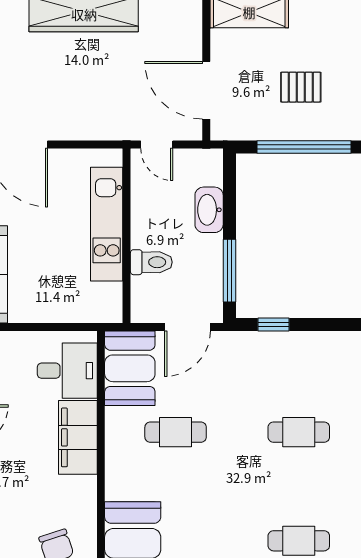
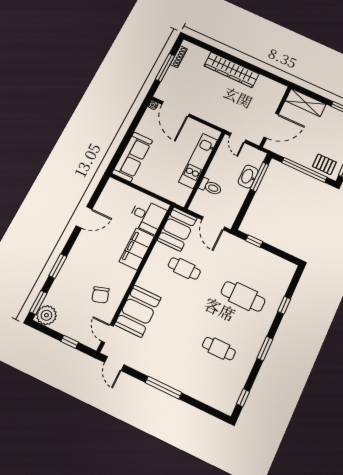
pallet: (301, 87) -> (324, 164), moved
door: (206, 90) -> (271, 126), swing flipped
window: (229, 271) -> (259, 177), moved
door: (187, 327) -> (213, 223), hinge flipped
cafe table: (299, 432) -> (243, 296), width x1.37, depth x1.35

